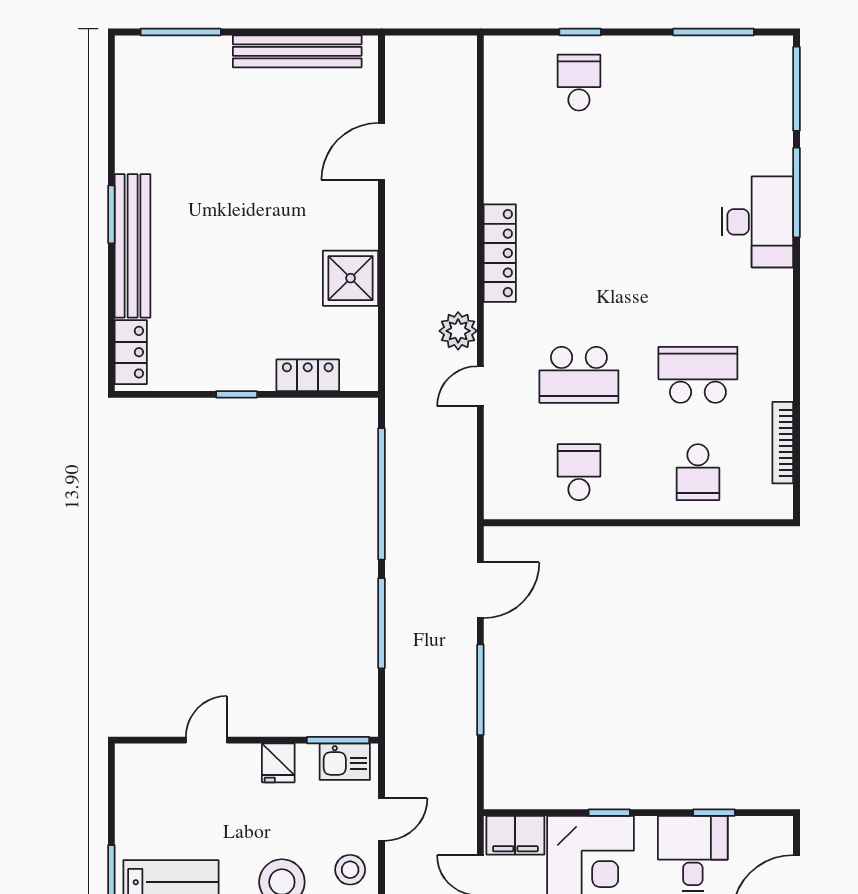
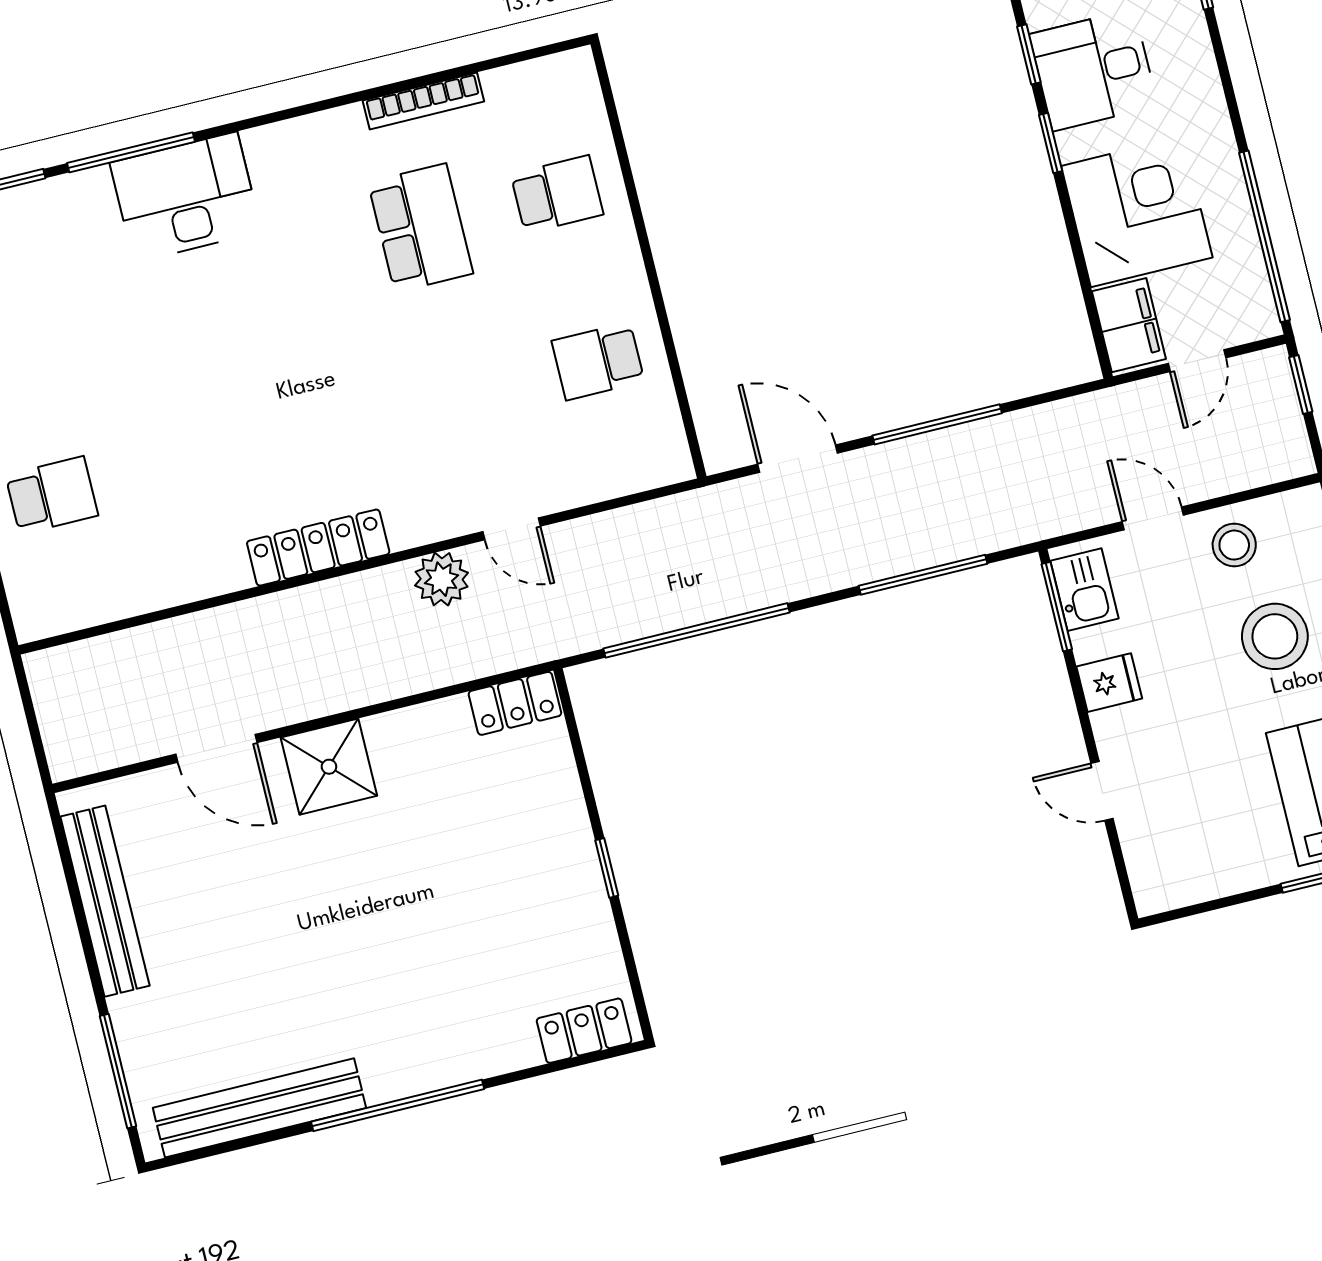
school desk: (579, 83) -> (52, 495), turned 180
window: (111, 214) -> (398, 1105), width x2.11
bench: (133, 246) -> (259, 1108), moved
shower: (351, 278) -> (329, 767), moved
locker: (308, 375) -> (515, 703), moved, turned -90
school desk: (579, 375) -> (461, 395), removed
school desk: (698, 375) -> (420, 228), turned 180
bookcase: (783, 443) -> (423, 101), moved
window: (381, 623) -> (923, 575), moved
window: (609, 813) -> (1051, 143), moved

